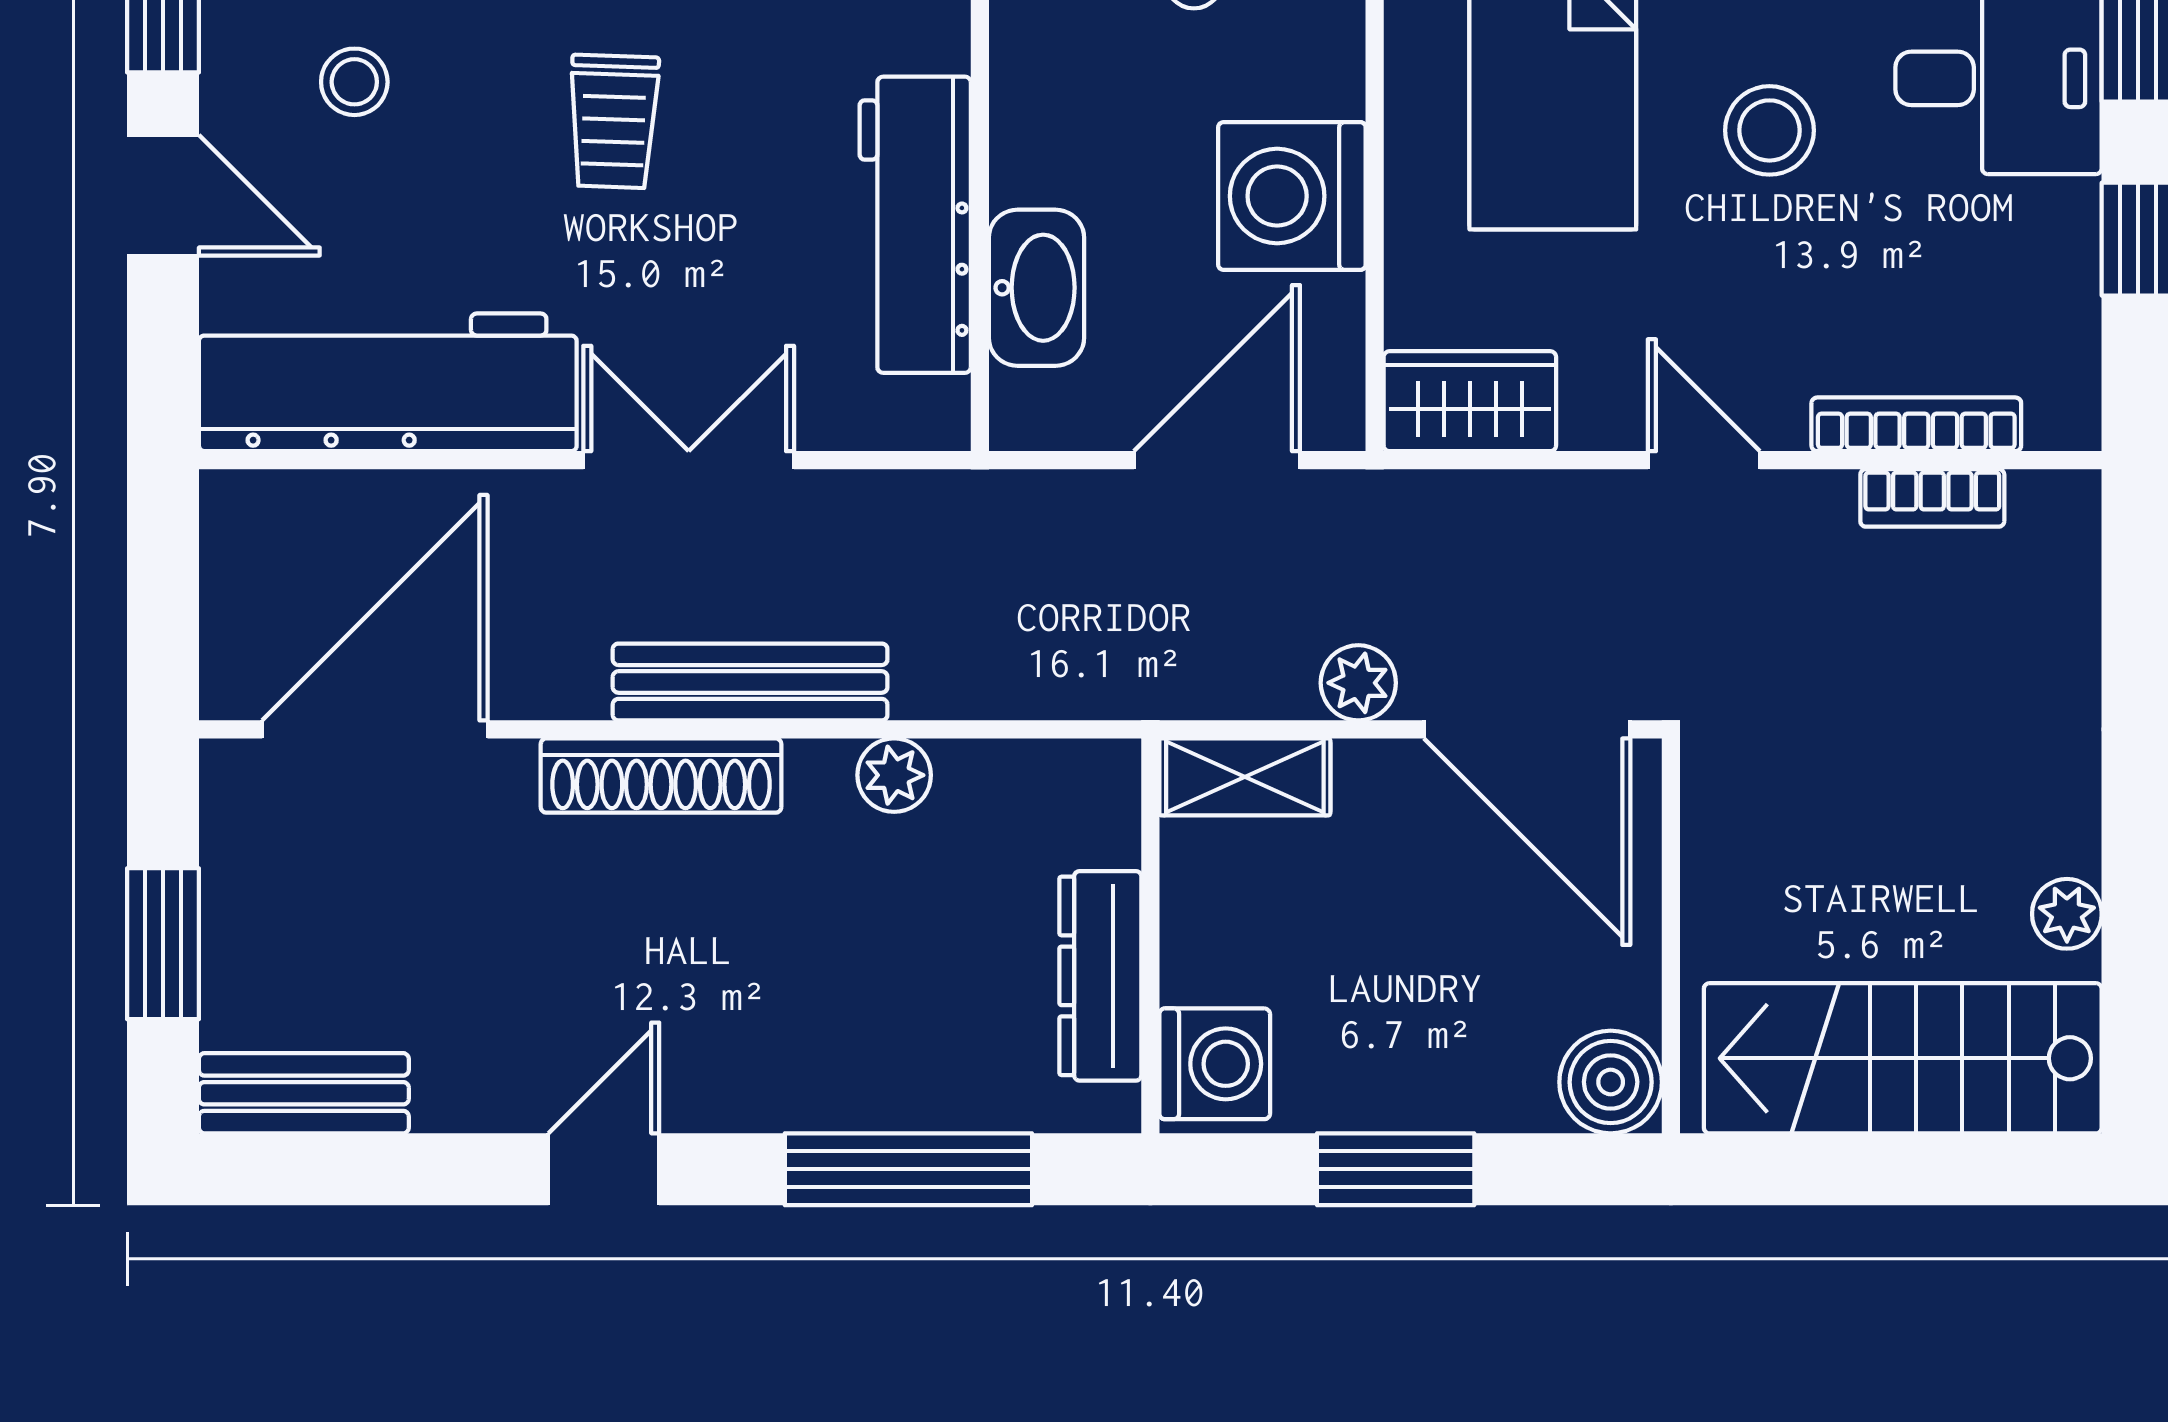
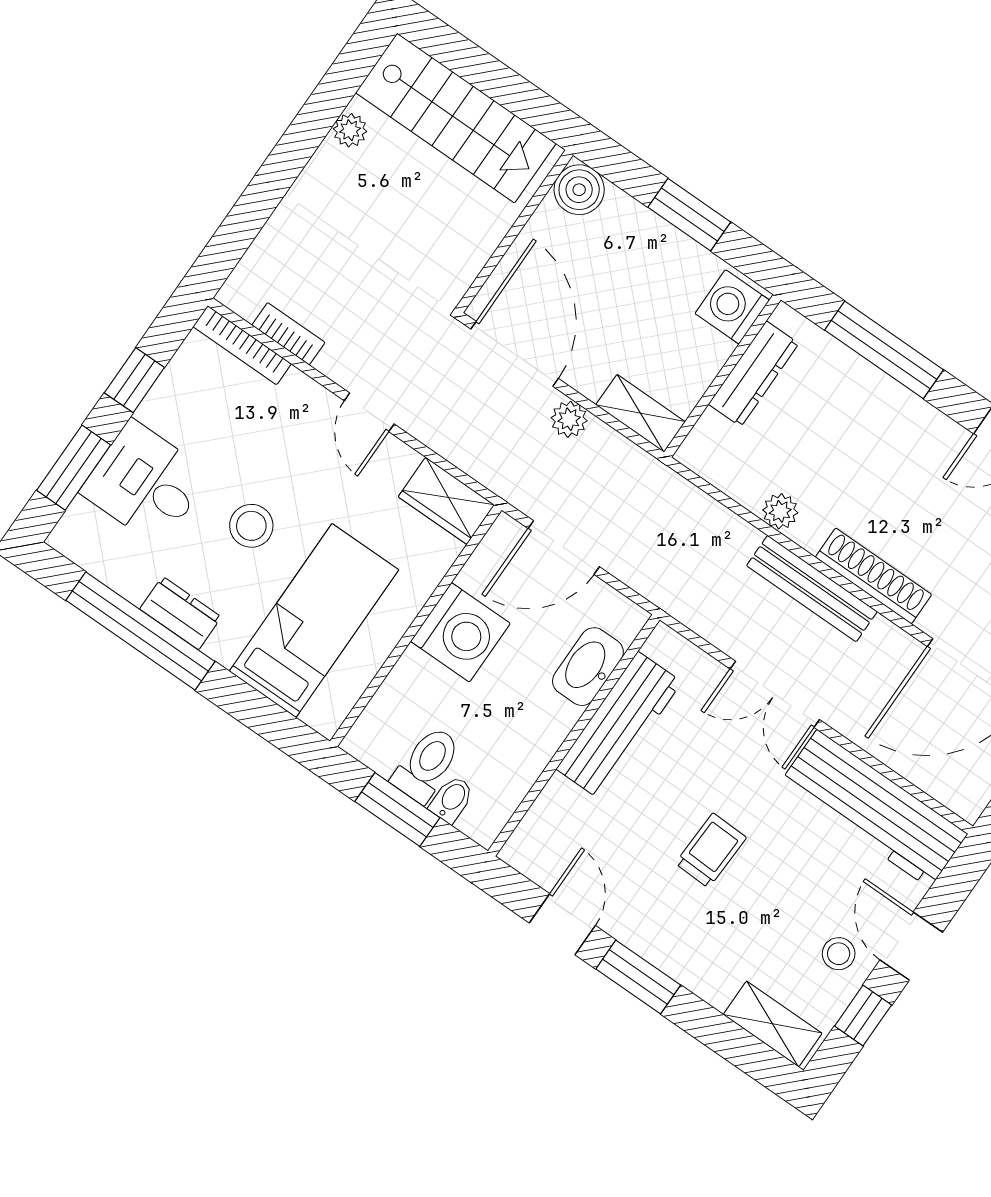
stool: (354, 82) -> (839, 954), moved
bookcase: (1916, 424) -> (242, 345), moved

